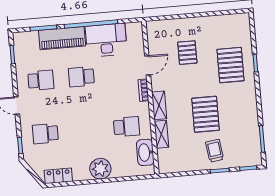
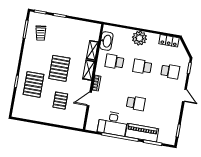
school desk: (41, 80) -> (142, 67), moved
pallet: (206, 114) -> (59, 68), moved
trolley: (215, 151) -> (41, 33), moved

